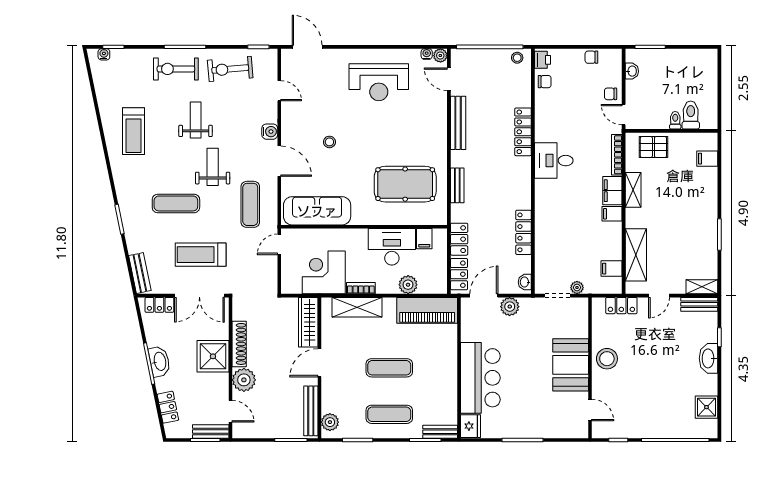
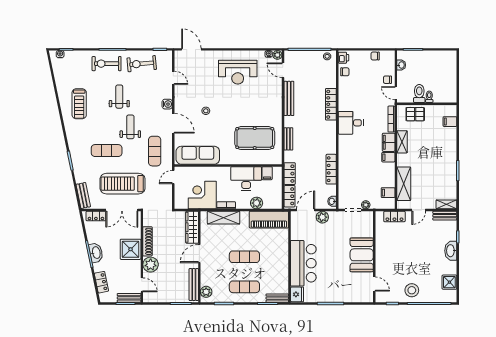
toilet: (691, 115) -> (419, 93), moved
treadmill: (201, 255) -> (123, 184), width x1.37, depth x1.38
stool: (607, 359) -> (412, 290), moved

